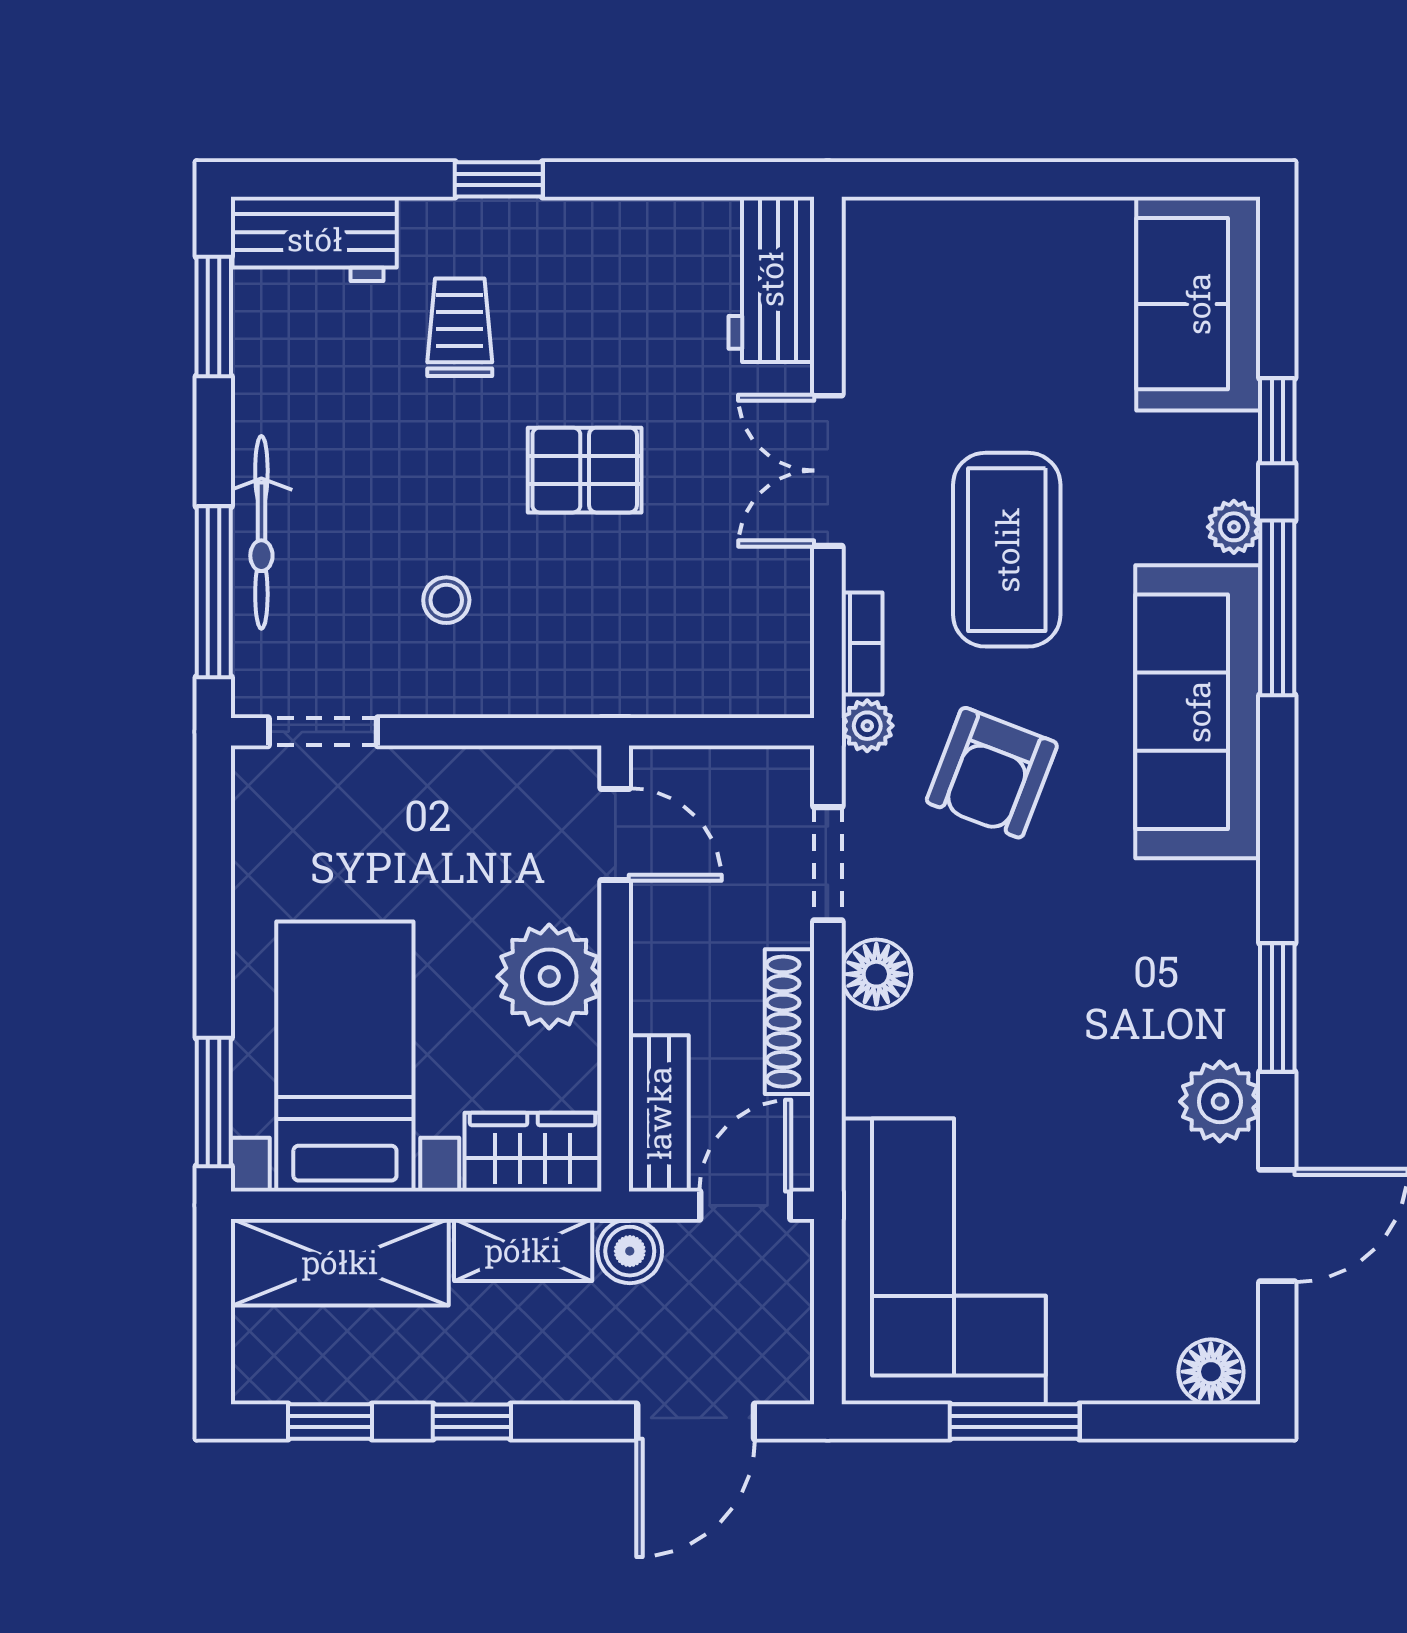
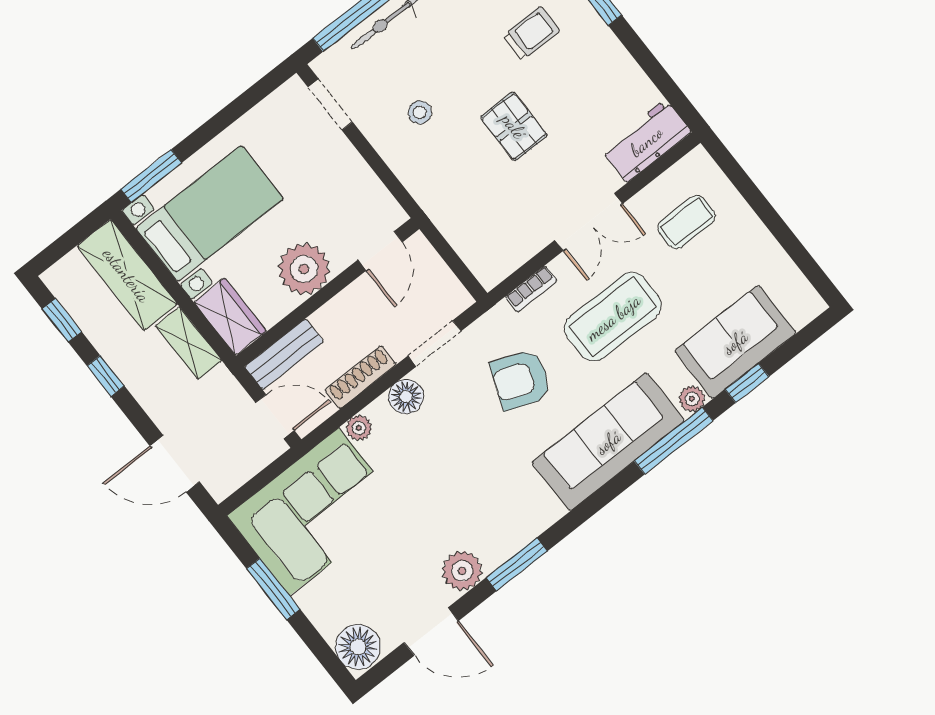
sofa: (1198, 304) -> (735, 342), moved
coffee table: (949, 316) -> (687, 222), added
double door: (828, 471) -> (589, 222), swing flipped
plant: (867, 726) -> (359, 428), moved
boiler: (630, 1251) -> (221, 385), removed
floor lamp: (1211, 1372) -> (358, 647), width x1.38, depth x1.38

